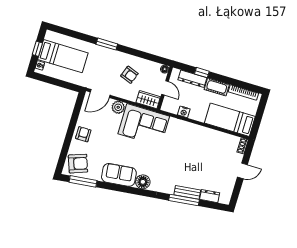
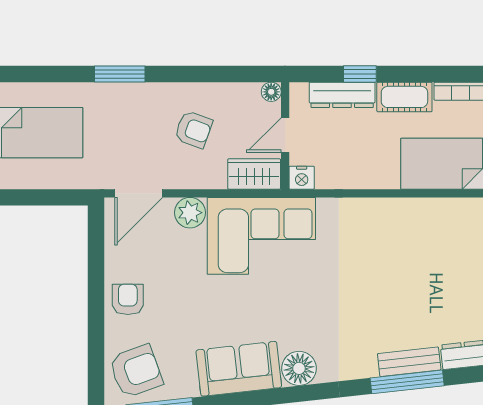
door: (165, 88) -> (285, 135), swing flipped
nightstand: (184, 112) -> (302, 178), moved

